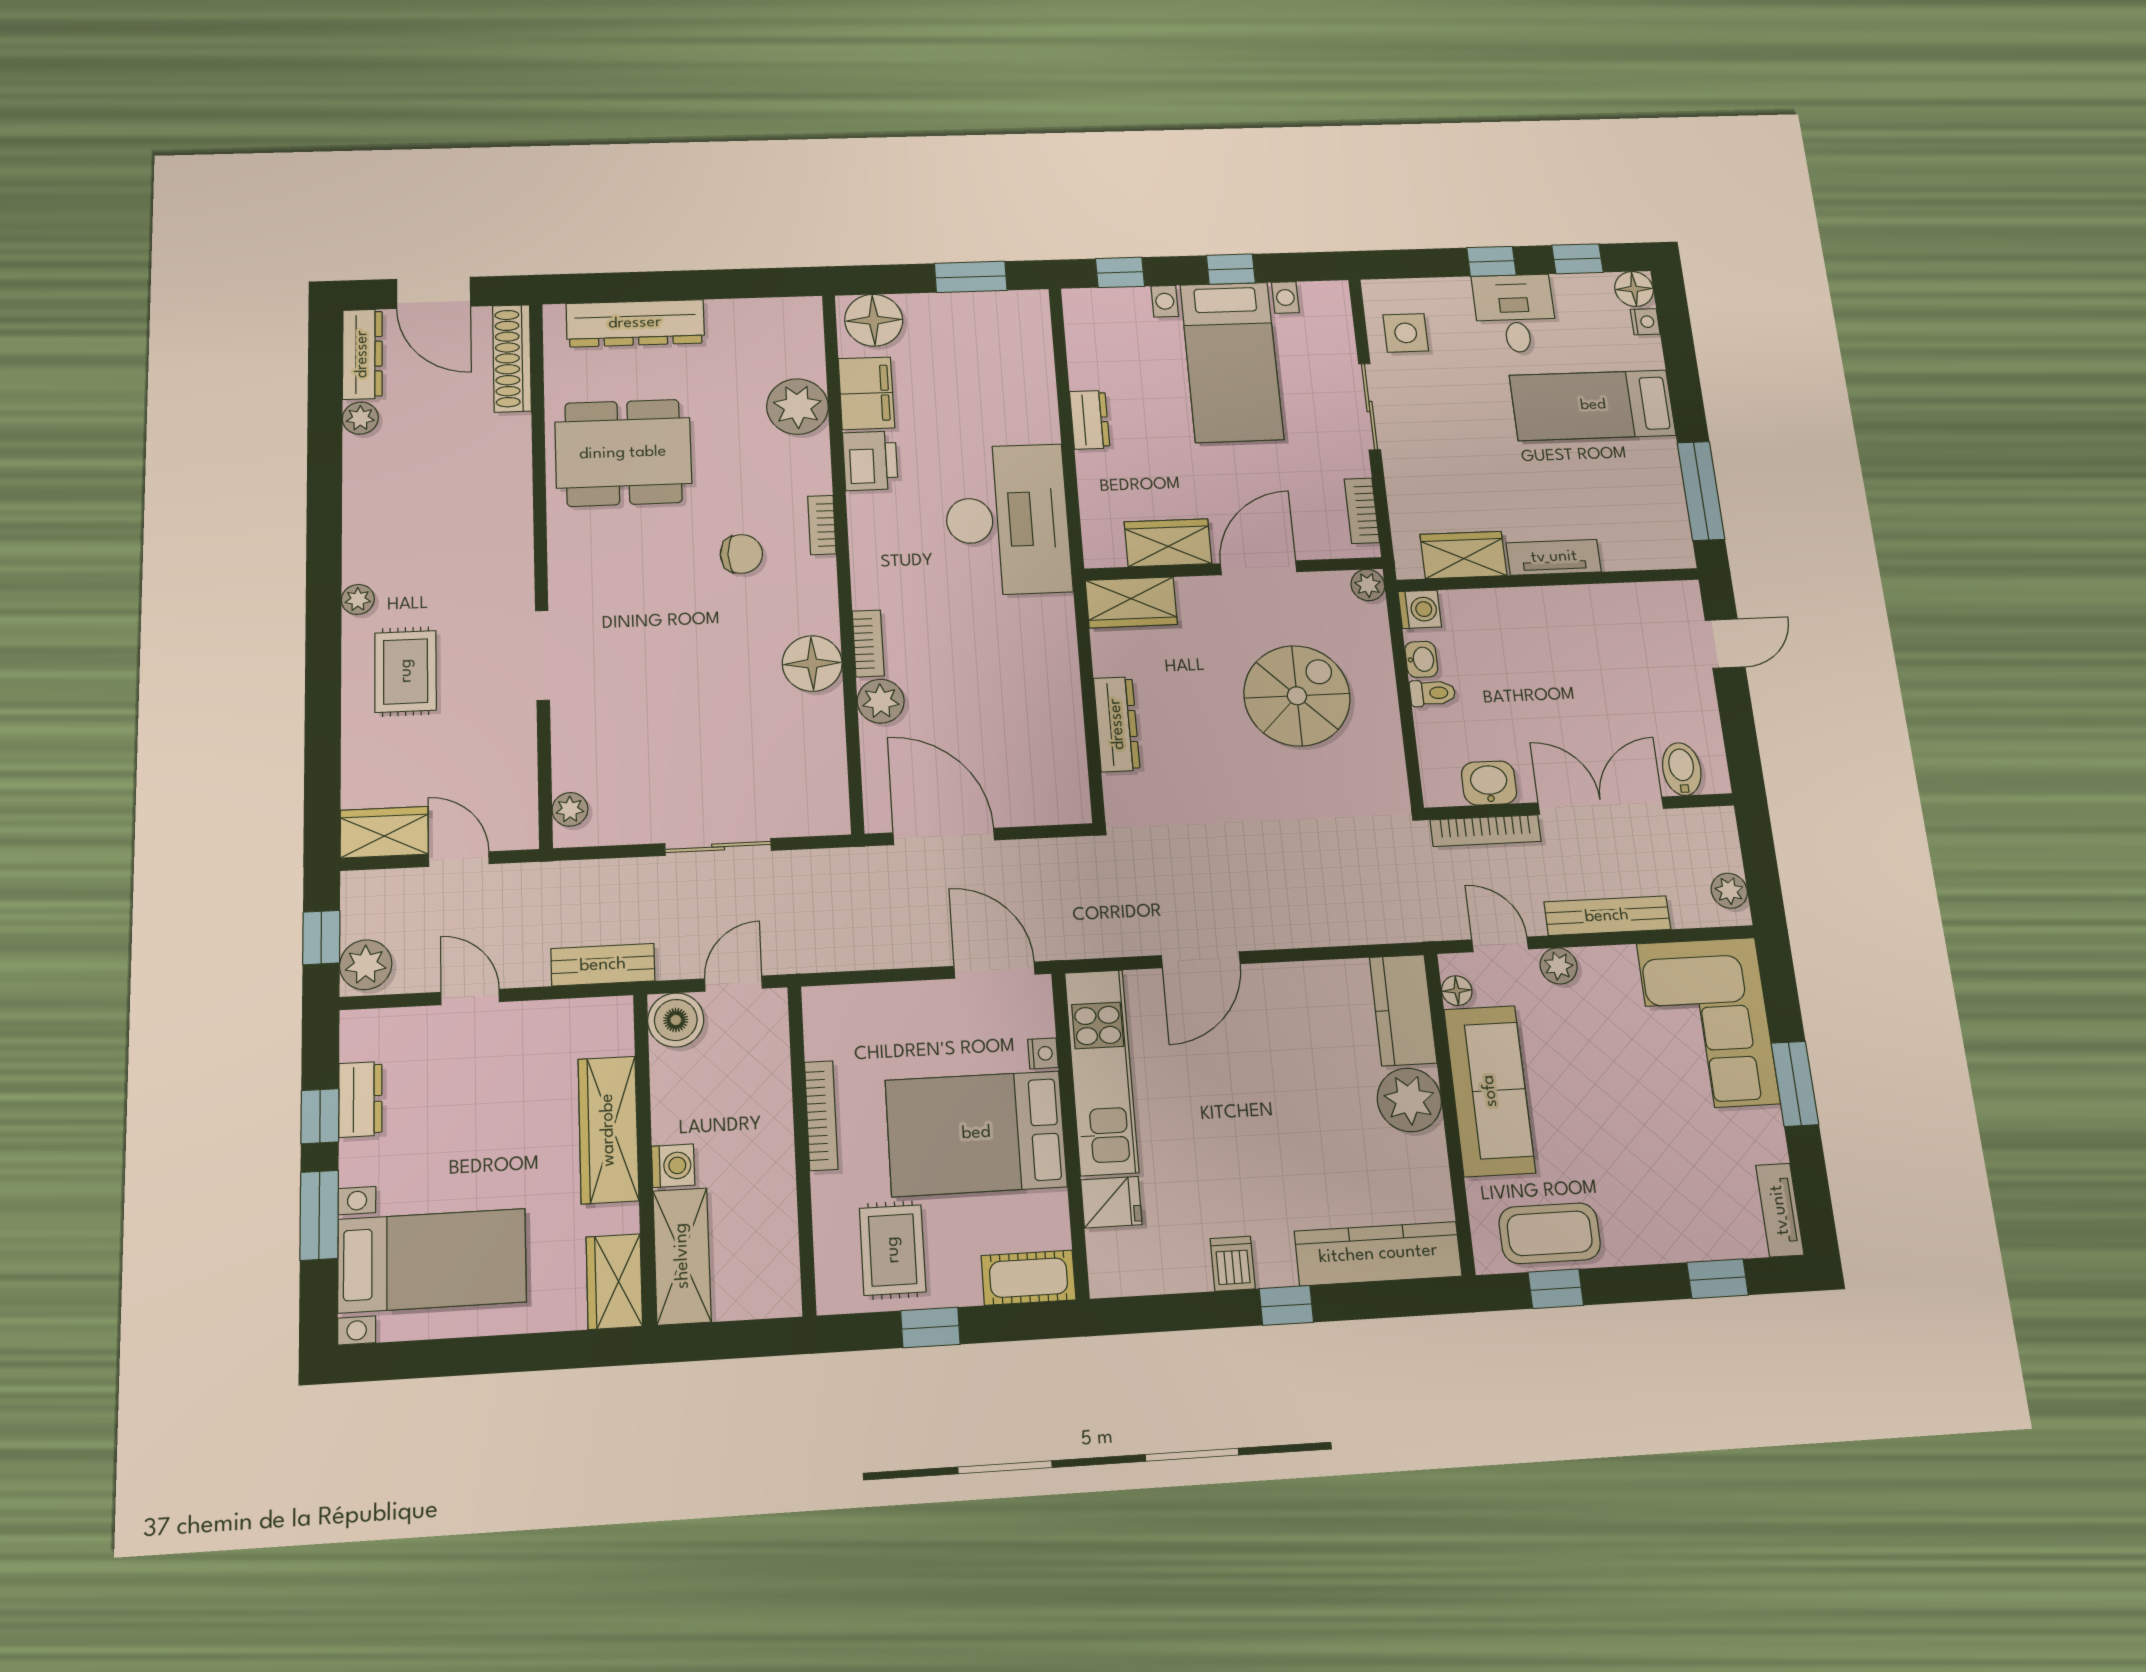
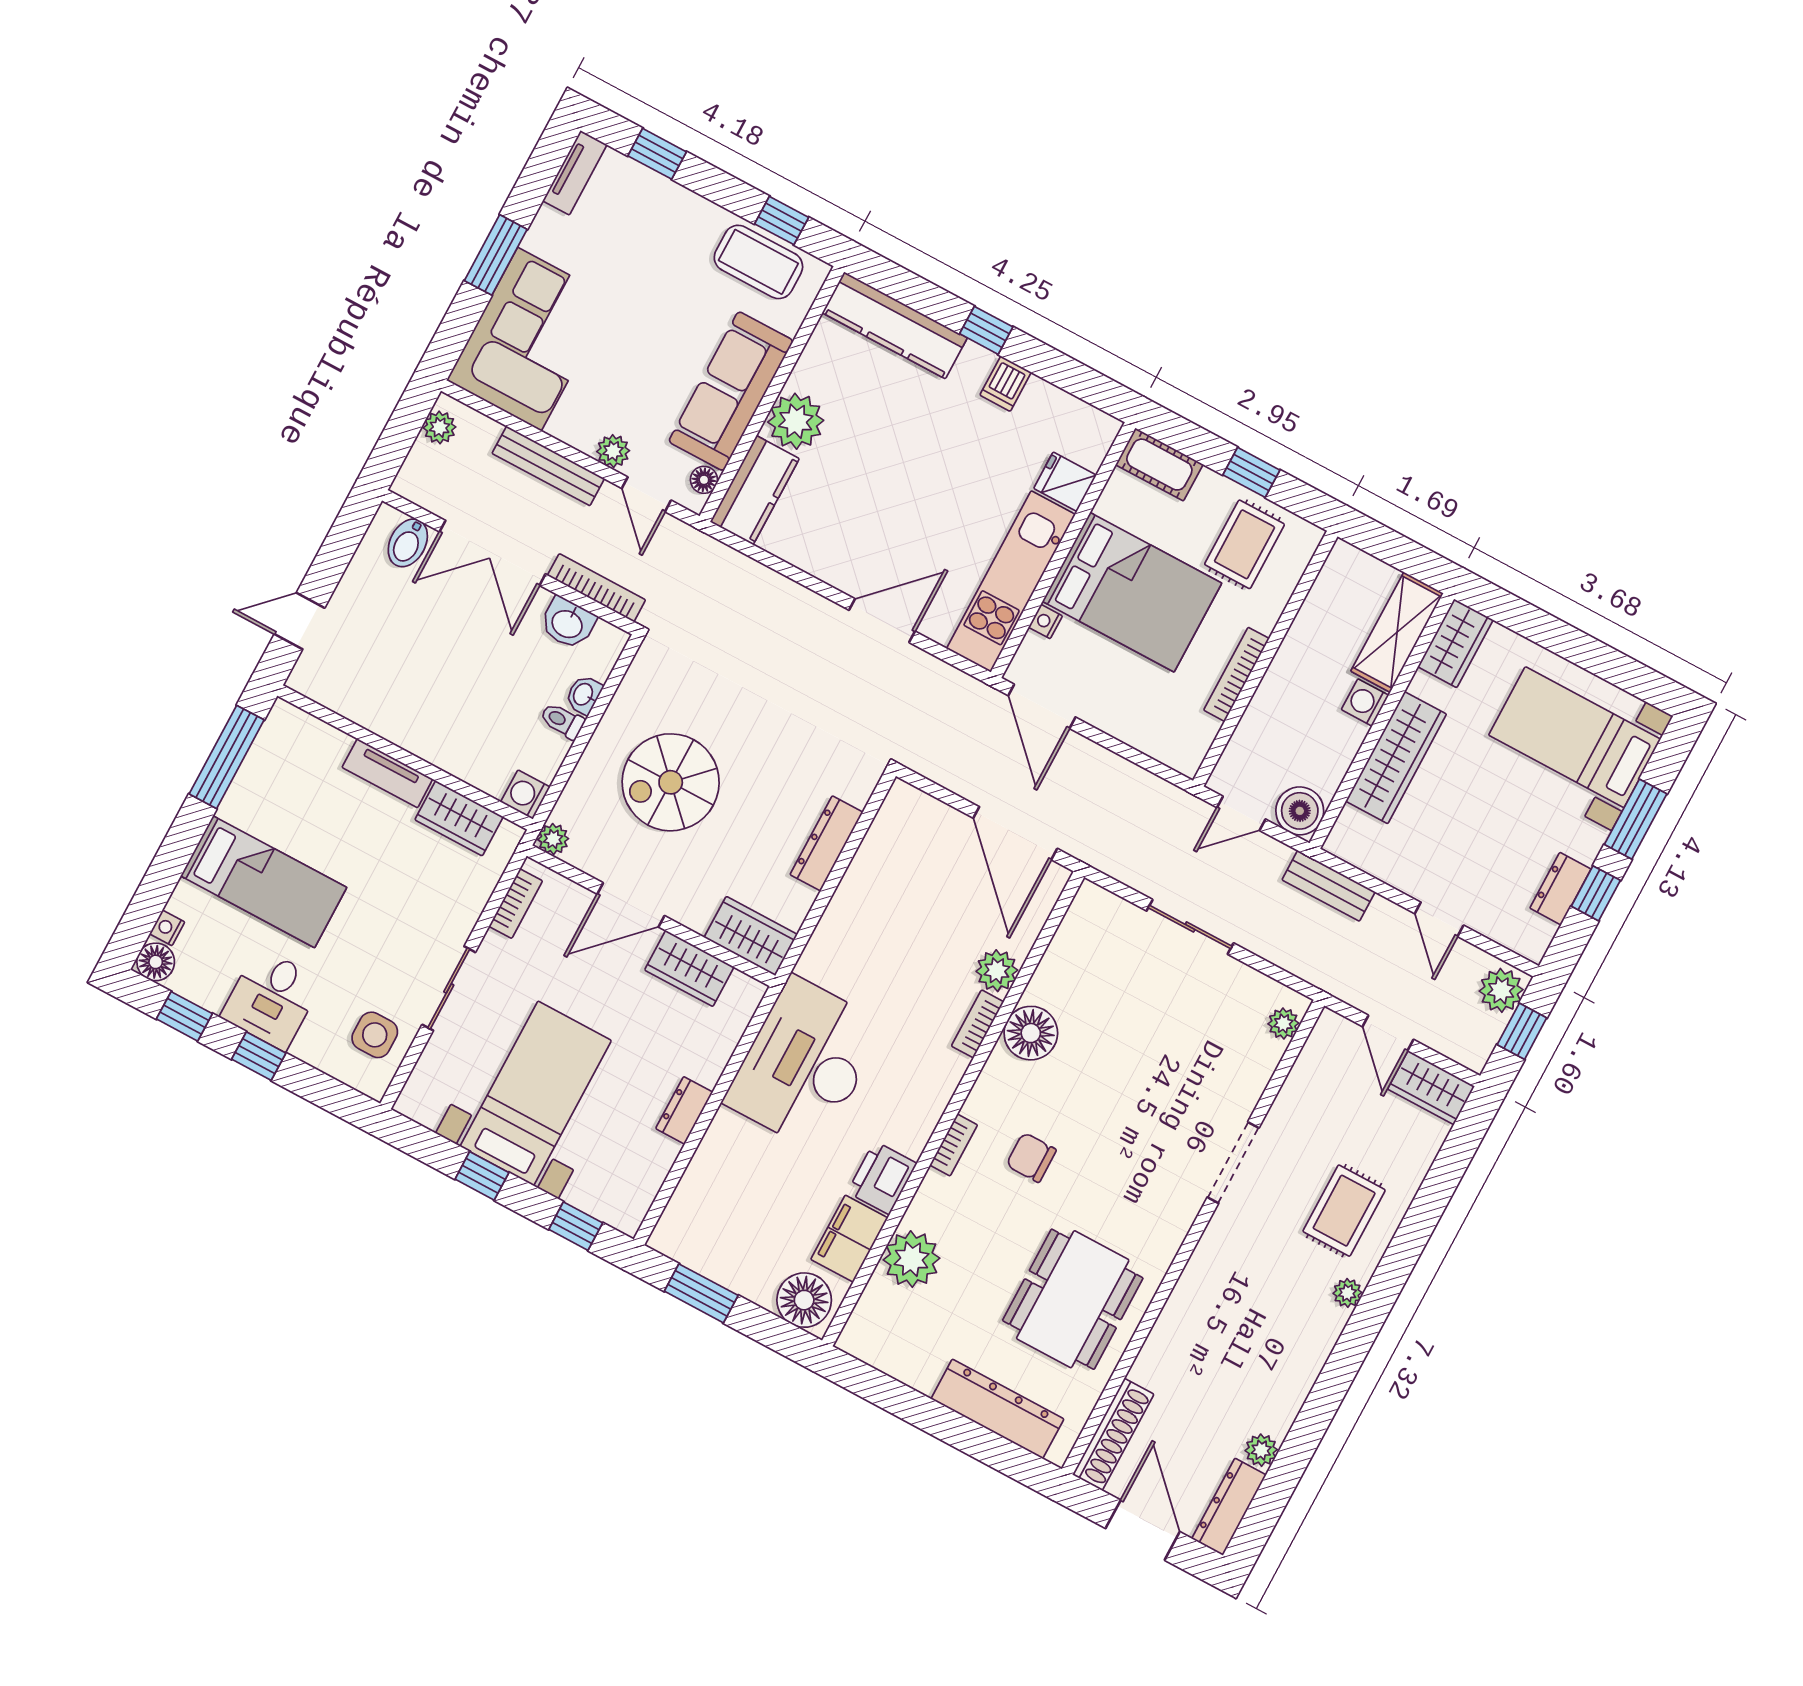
dining table: (623, 453) -> (1073, 1299), turned 90
washbasin: (1421, 659) -> (584, 695), moved

